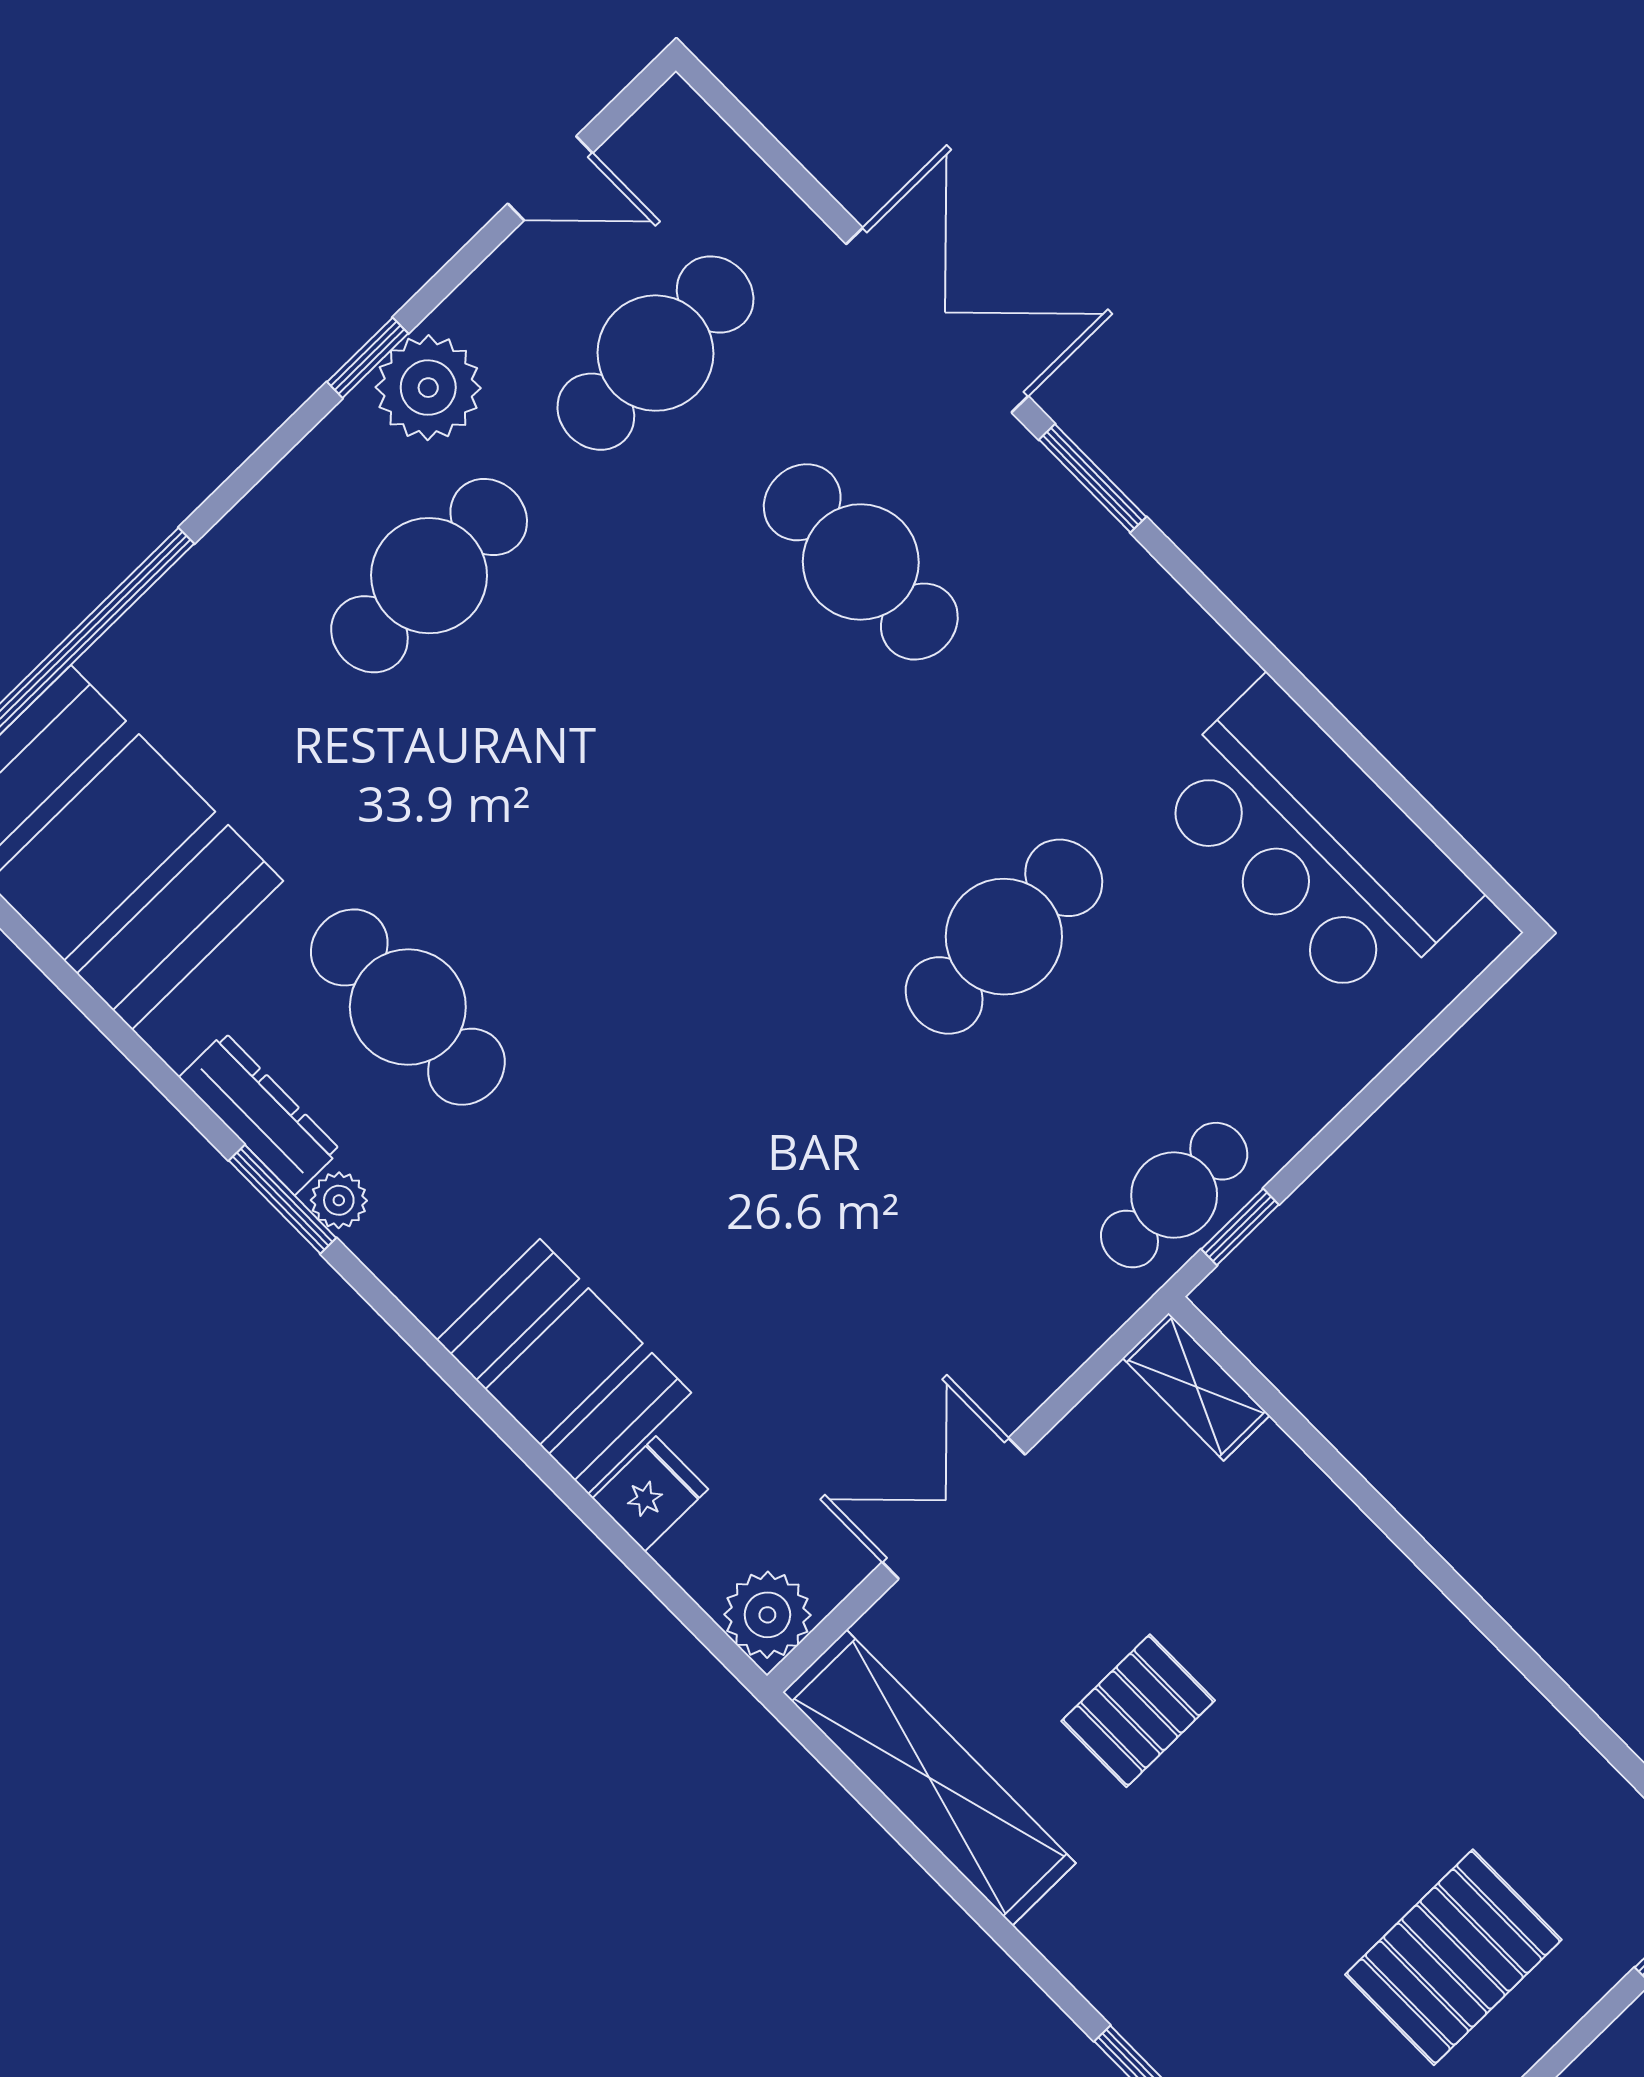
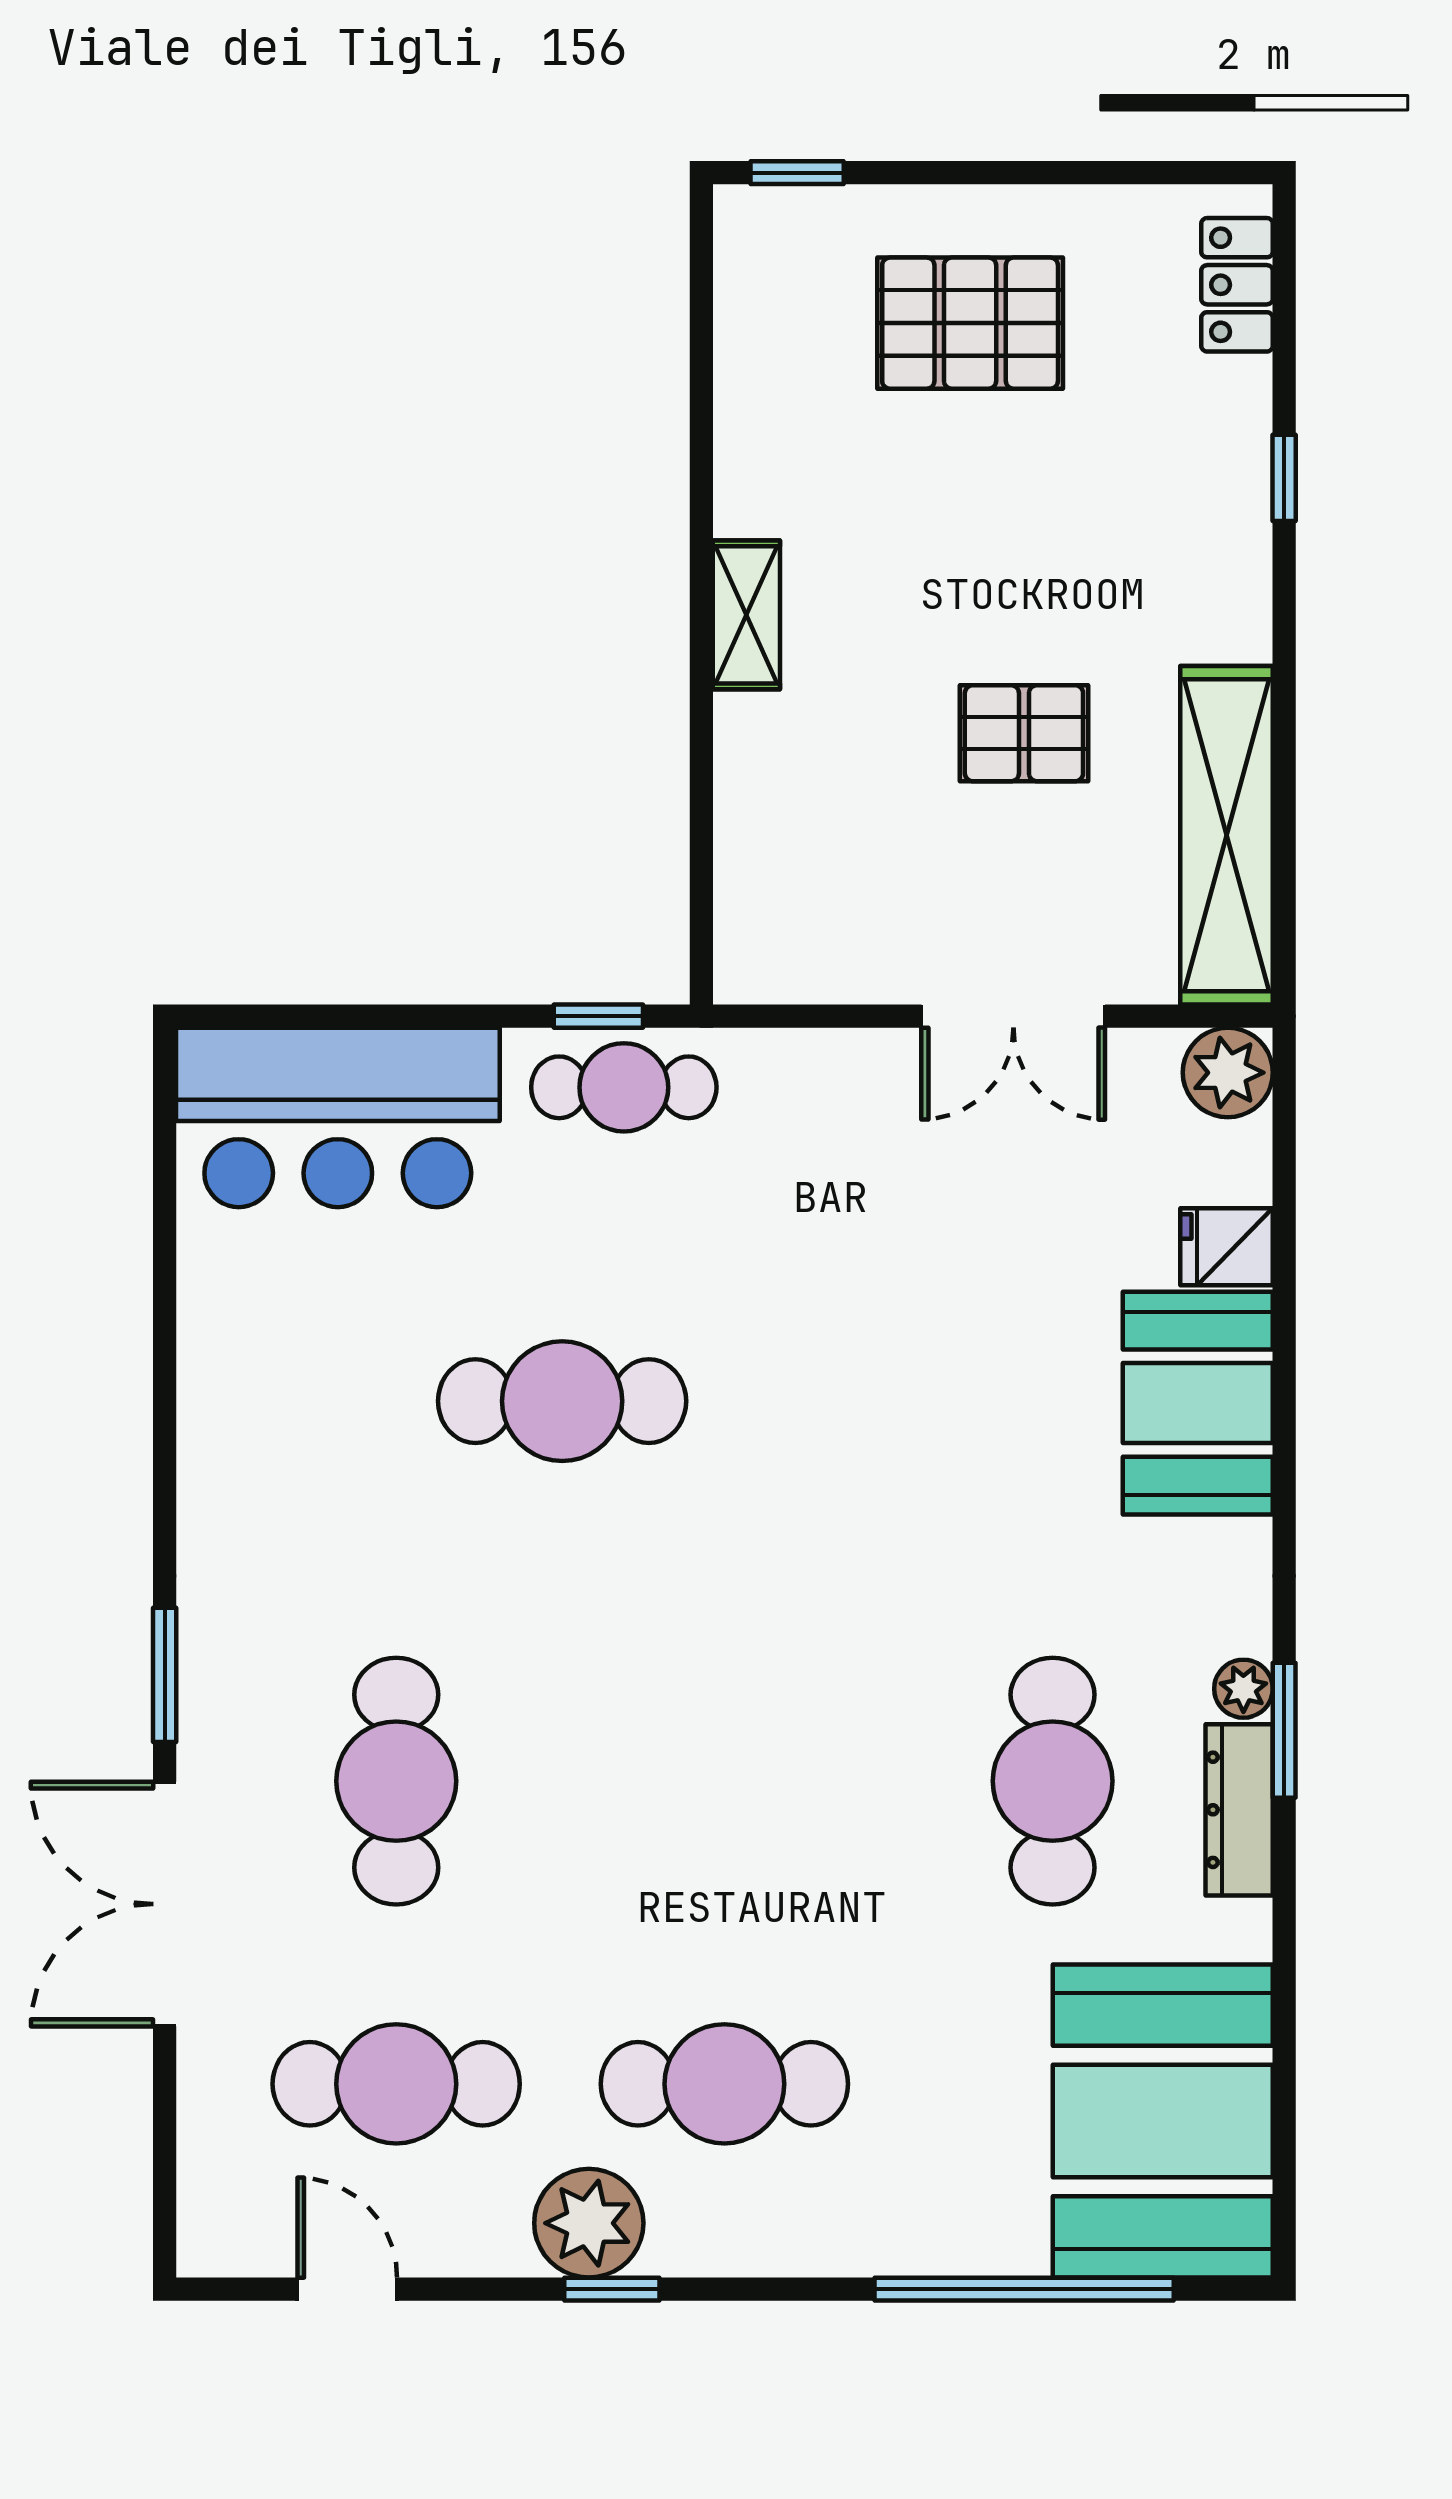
bar counter: (1314, 844) -> (338, 1117), moved, turned 90
shelving: (1196, 1387) -> (746, 615), moved

